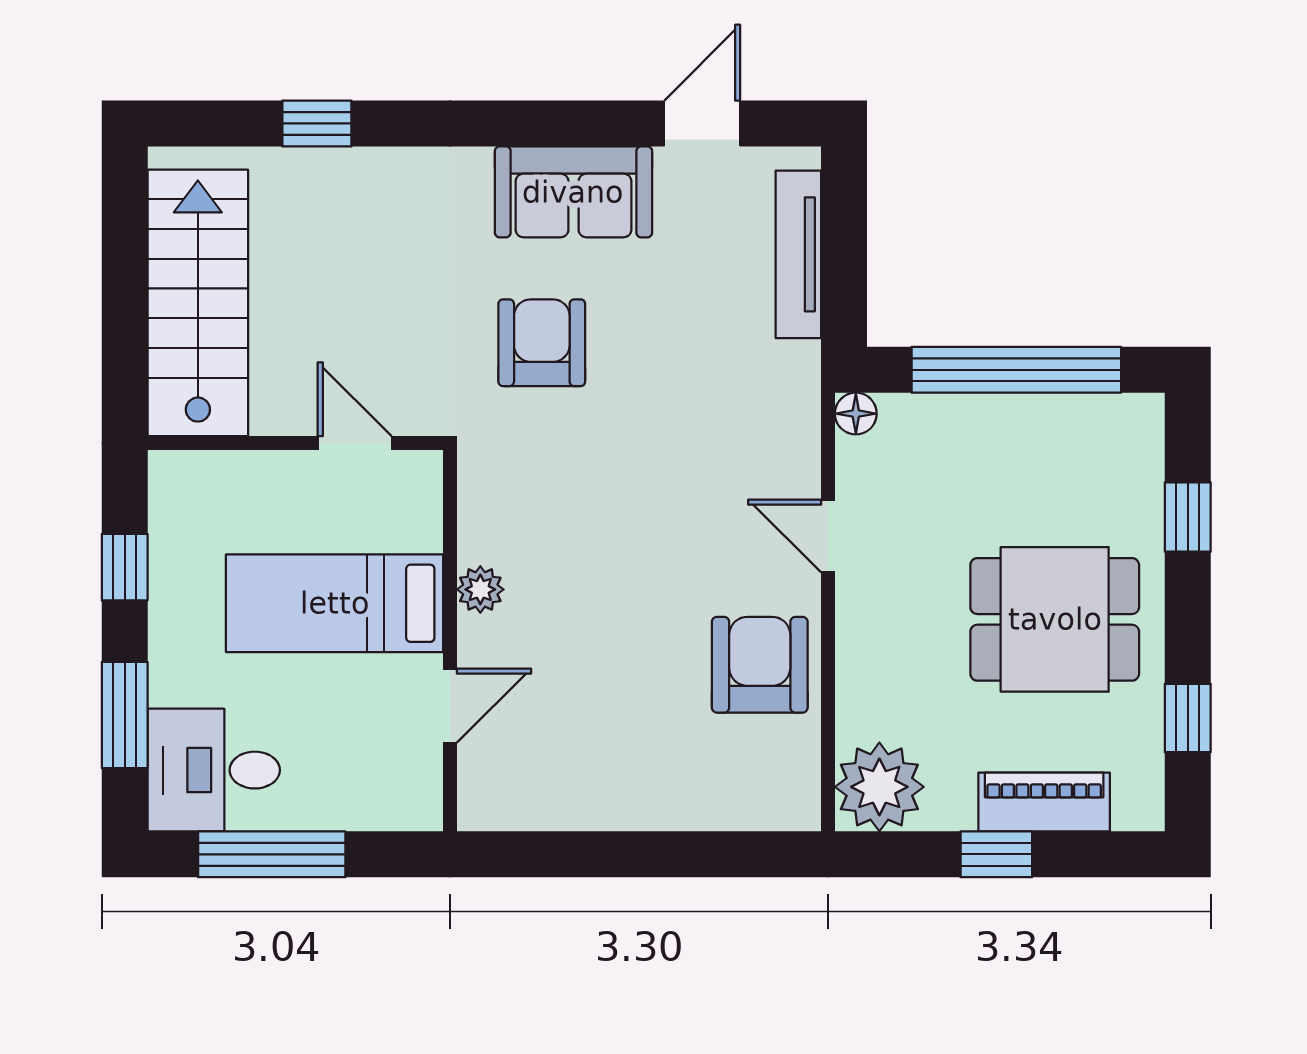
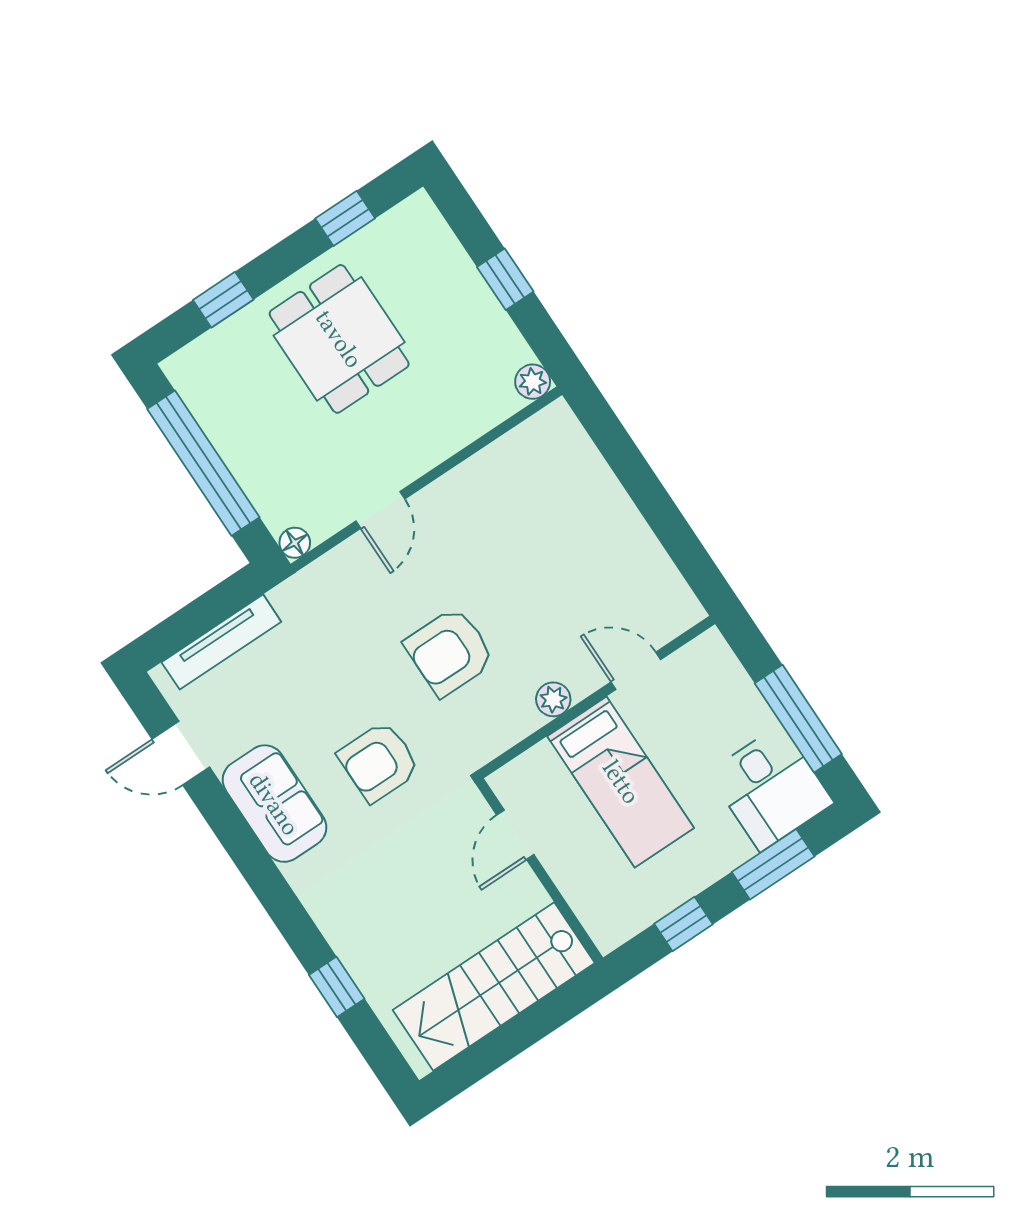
armchair: (760, 665) -> (450, 652), moved
plant: (879, 787) -> (533, 382), width x0.53, depth x0.53
piano: (1044, 802) -> (454, 271), removed

